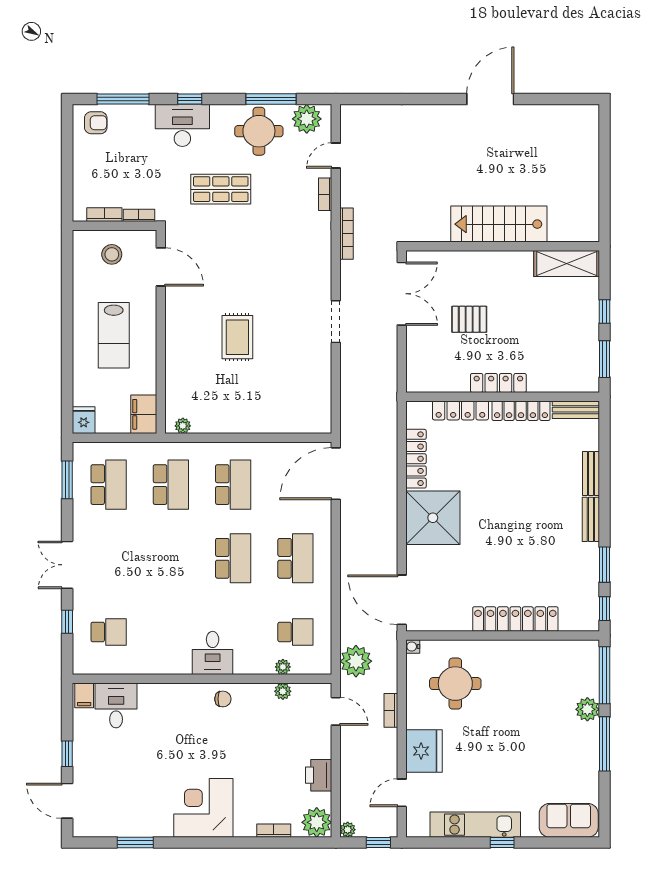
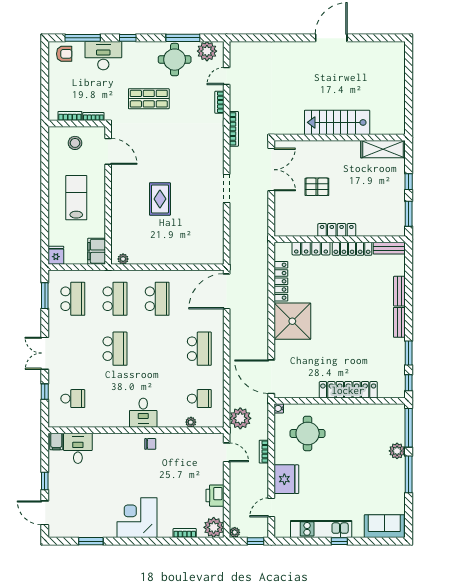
desk: (182, 125) -> (103, 56), moved
lab bench: (114, 335) -> (76, 198), turned 180
school desk: (233, 558) -> (115, 349), moved
plant: (283, 691) -> (191, 439), removed

